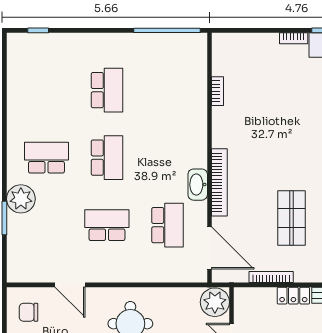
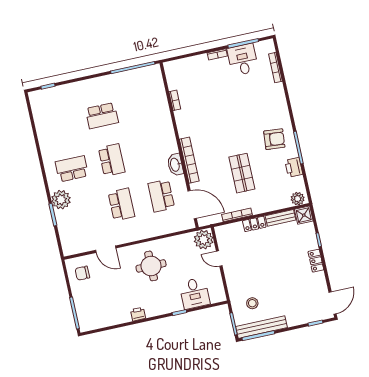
school desk: (107, 90) -> (102, 116), turned 90
school desk: (107, 225) -> (121, 204), turned 90
school desk: (167, 225) -> (161, 196), turned 180

